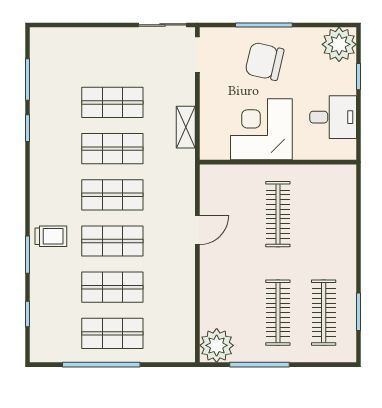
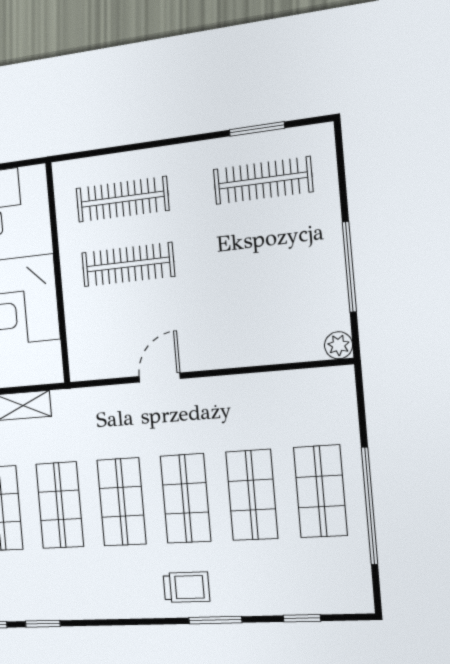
door: (197, 230) -> (160, 378), hinge flipped
trolley: (51, 236) -> (186, 587), turned 90
clothes rail: (278, 313) -> (122, 199), moved
plant: (217, 345) -> (339, 345), width x0.53, depth x0.53

